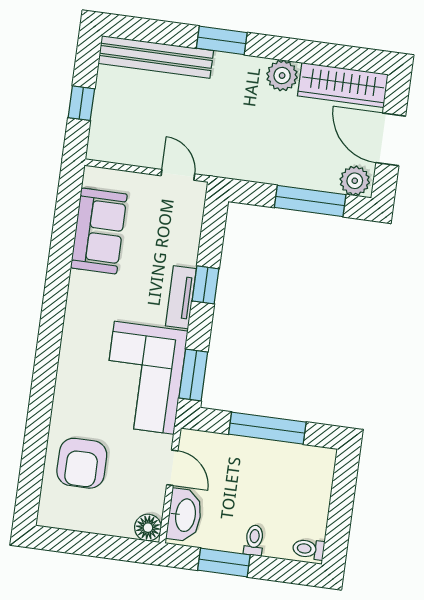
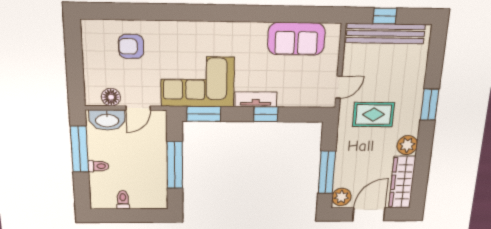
bench: (156, 57) -> (385, 34), moved, turned 90
rug: (226, 125) -> (373, 115), added
armchair: (82, 463) -> (131, 46), width x0.72, depth x0.72
floor lamp: (148, 528) -> (111, 97), moved
toilet: (308, 549) -> (123, 200), moved
window: (224, 563) -> (79, 149), width x1.44

